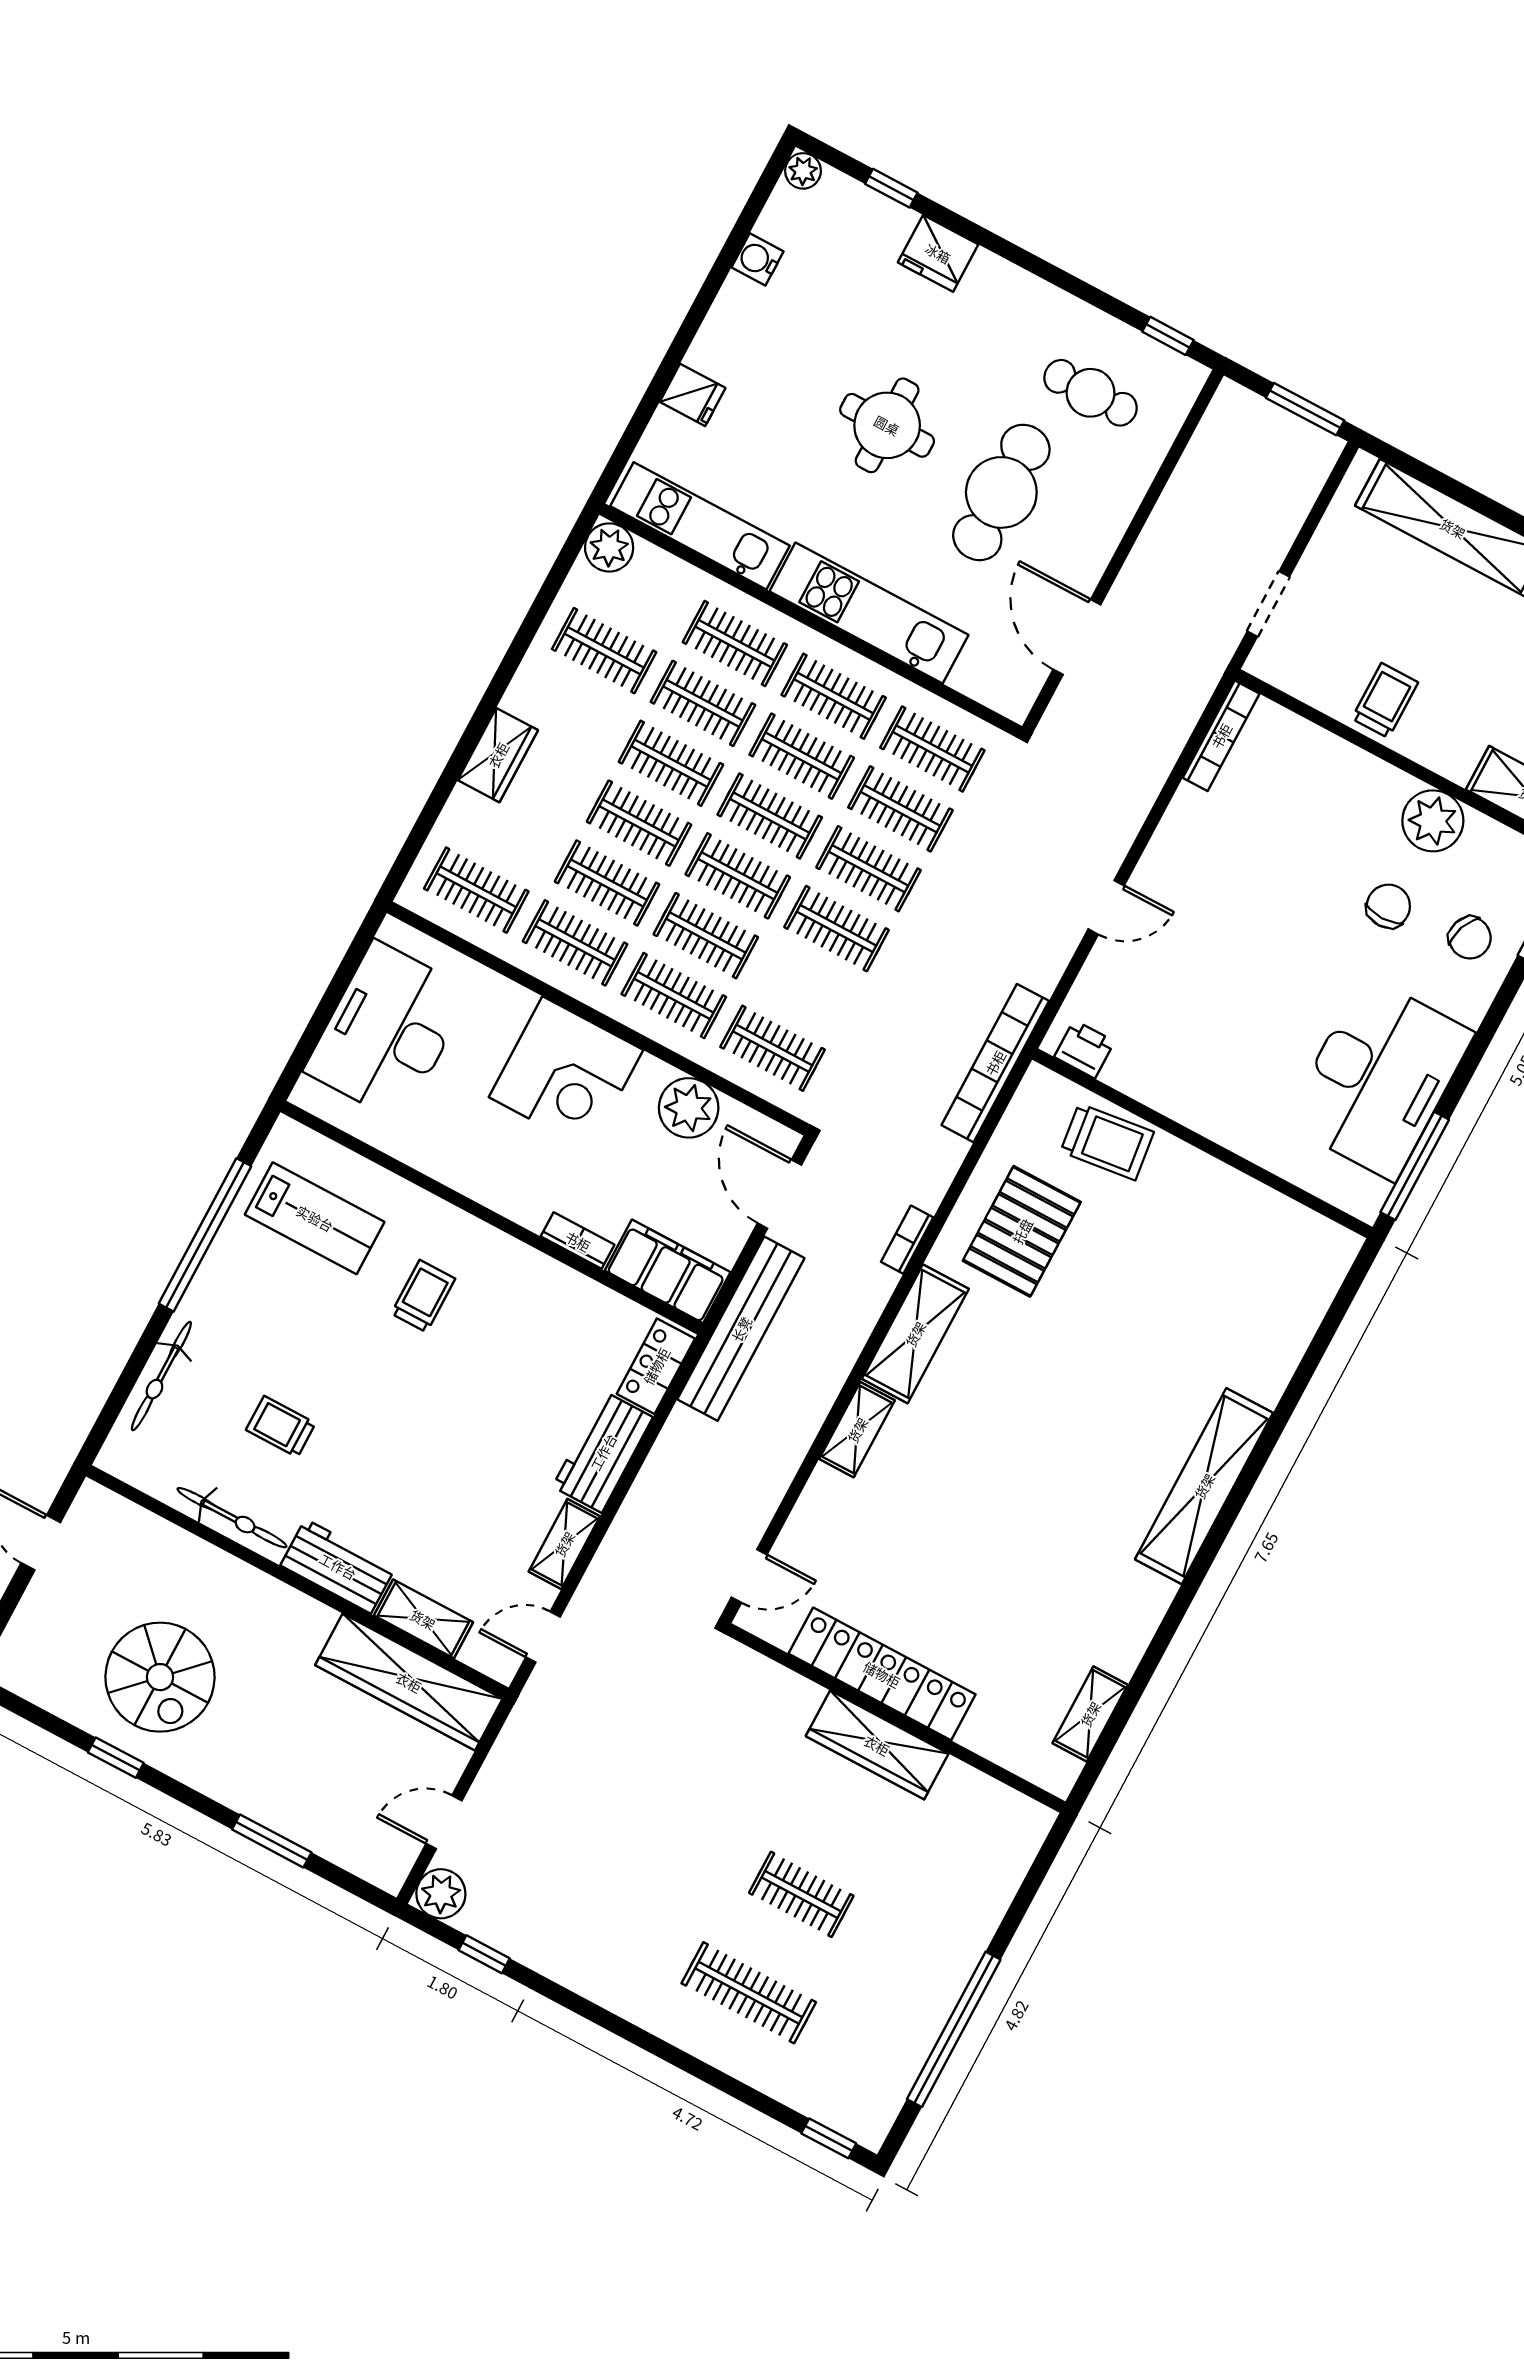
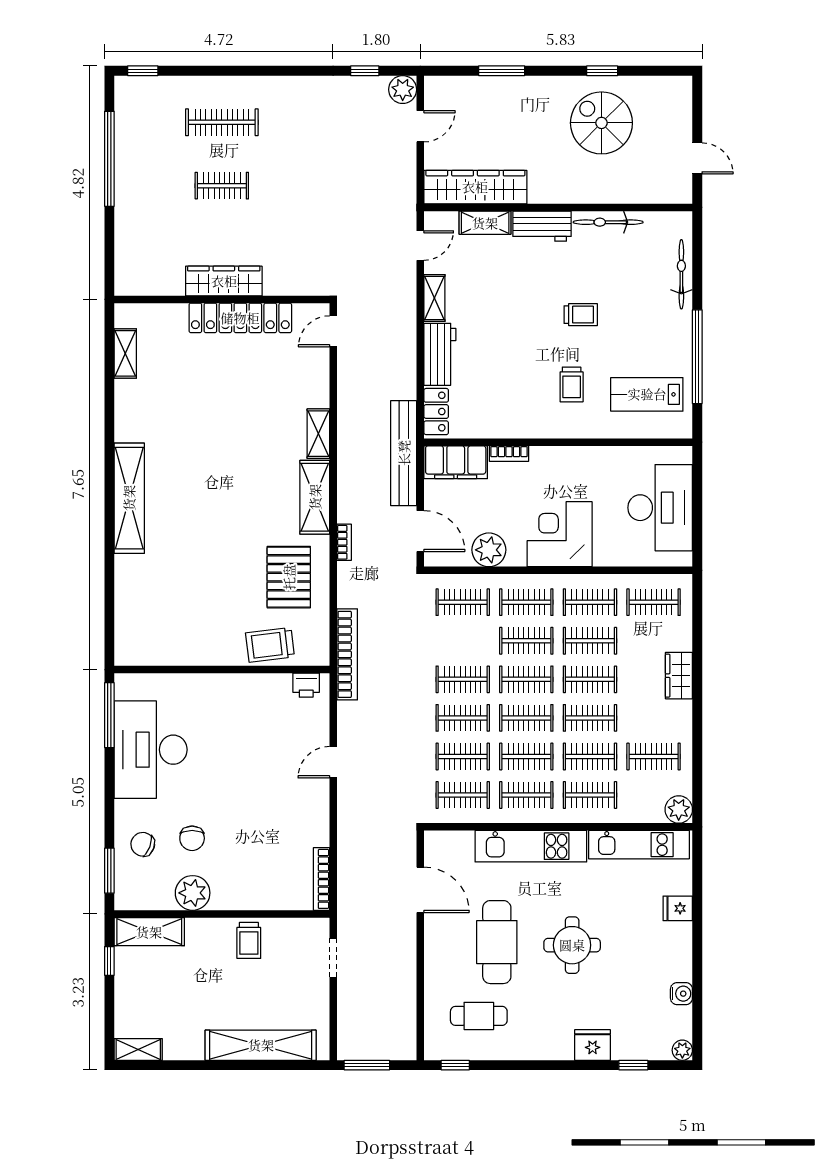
trolley: (281, 1427) -> (581, 315), moved

